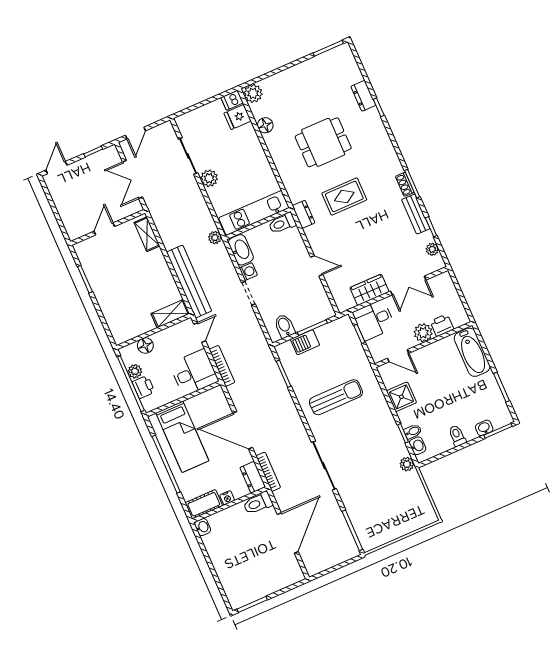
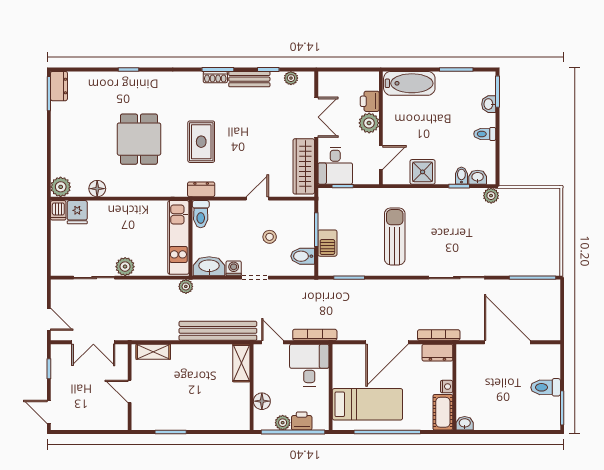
dresser: (363, 96) -> (59, 86), moved, turned -90
stool: (289, 290) -> (270, 237), added
wardrobe: (369, 290) -> (304, 166), width x1.50
toilet: (258, 503) -> (546, 387), moved, turned 90

